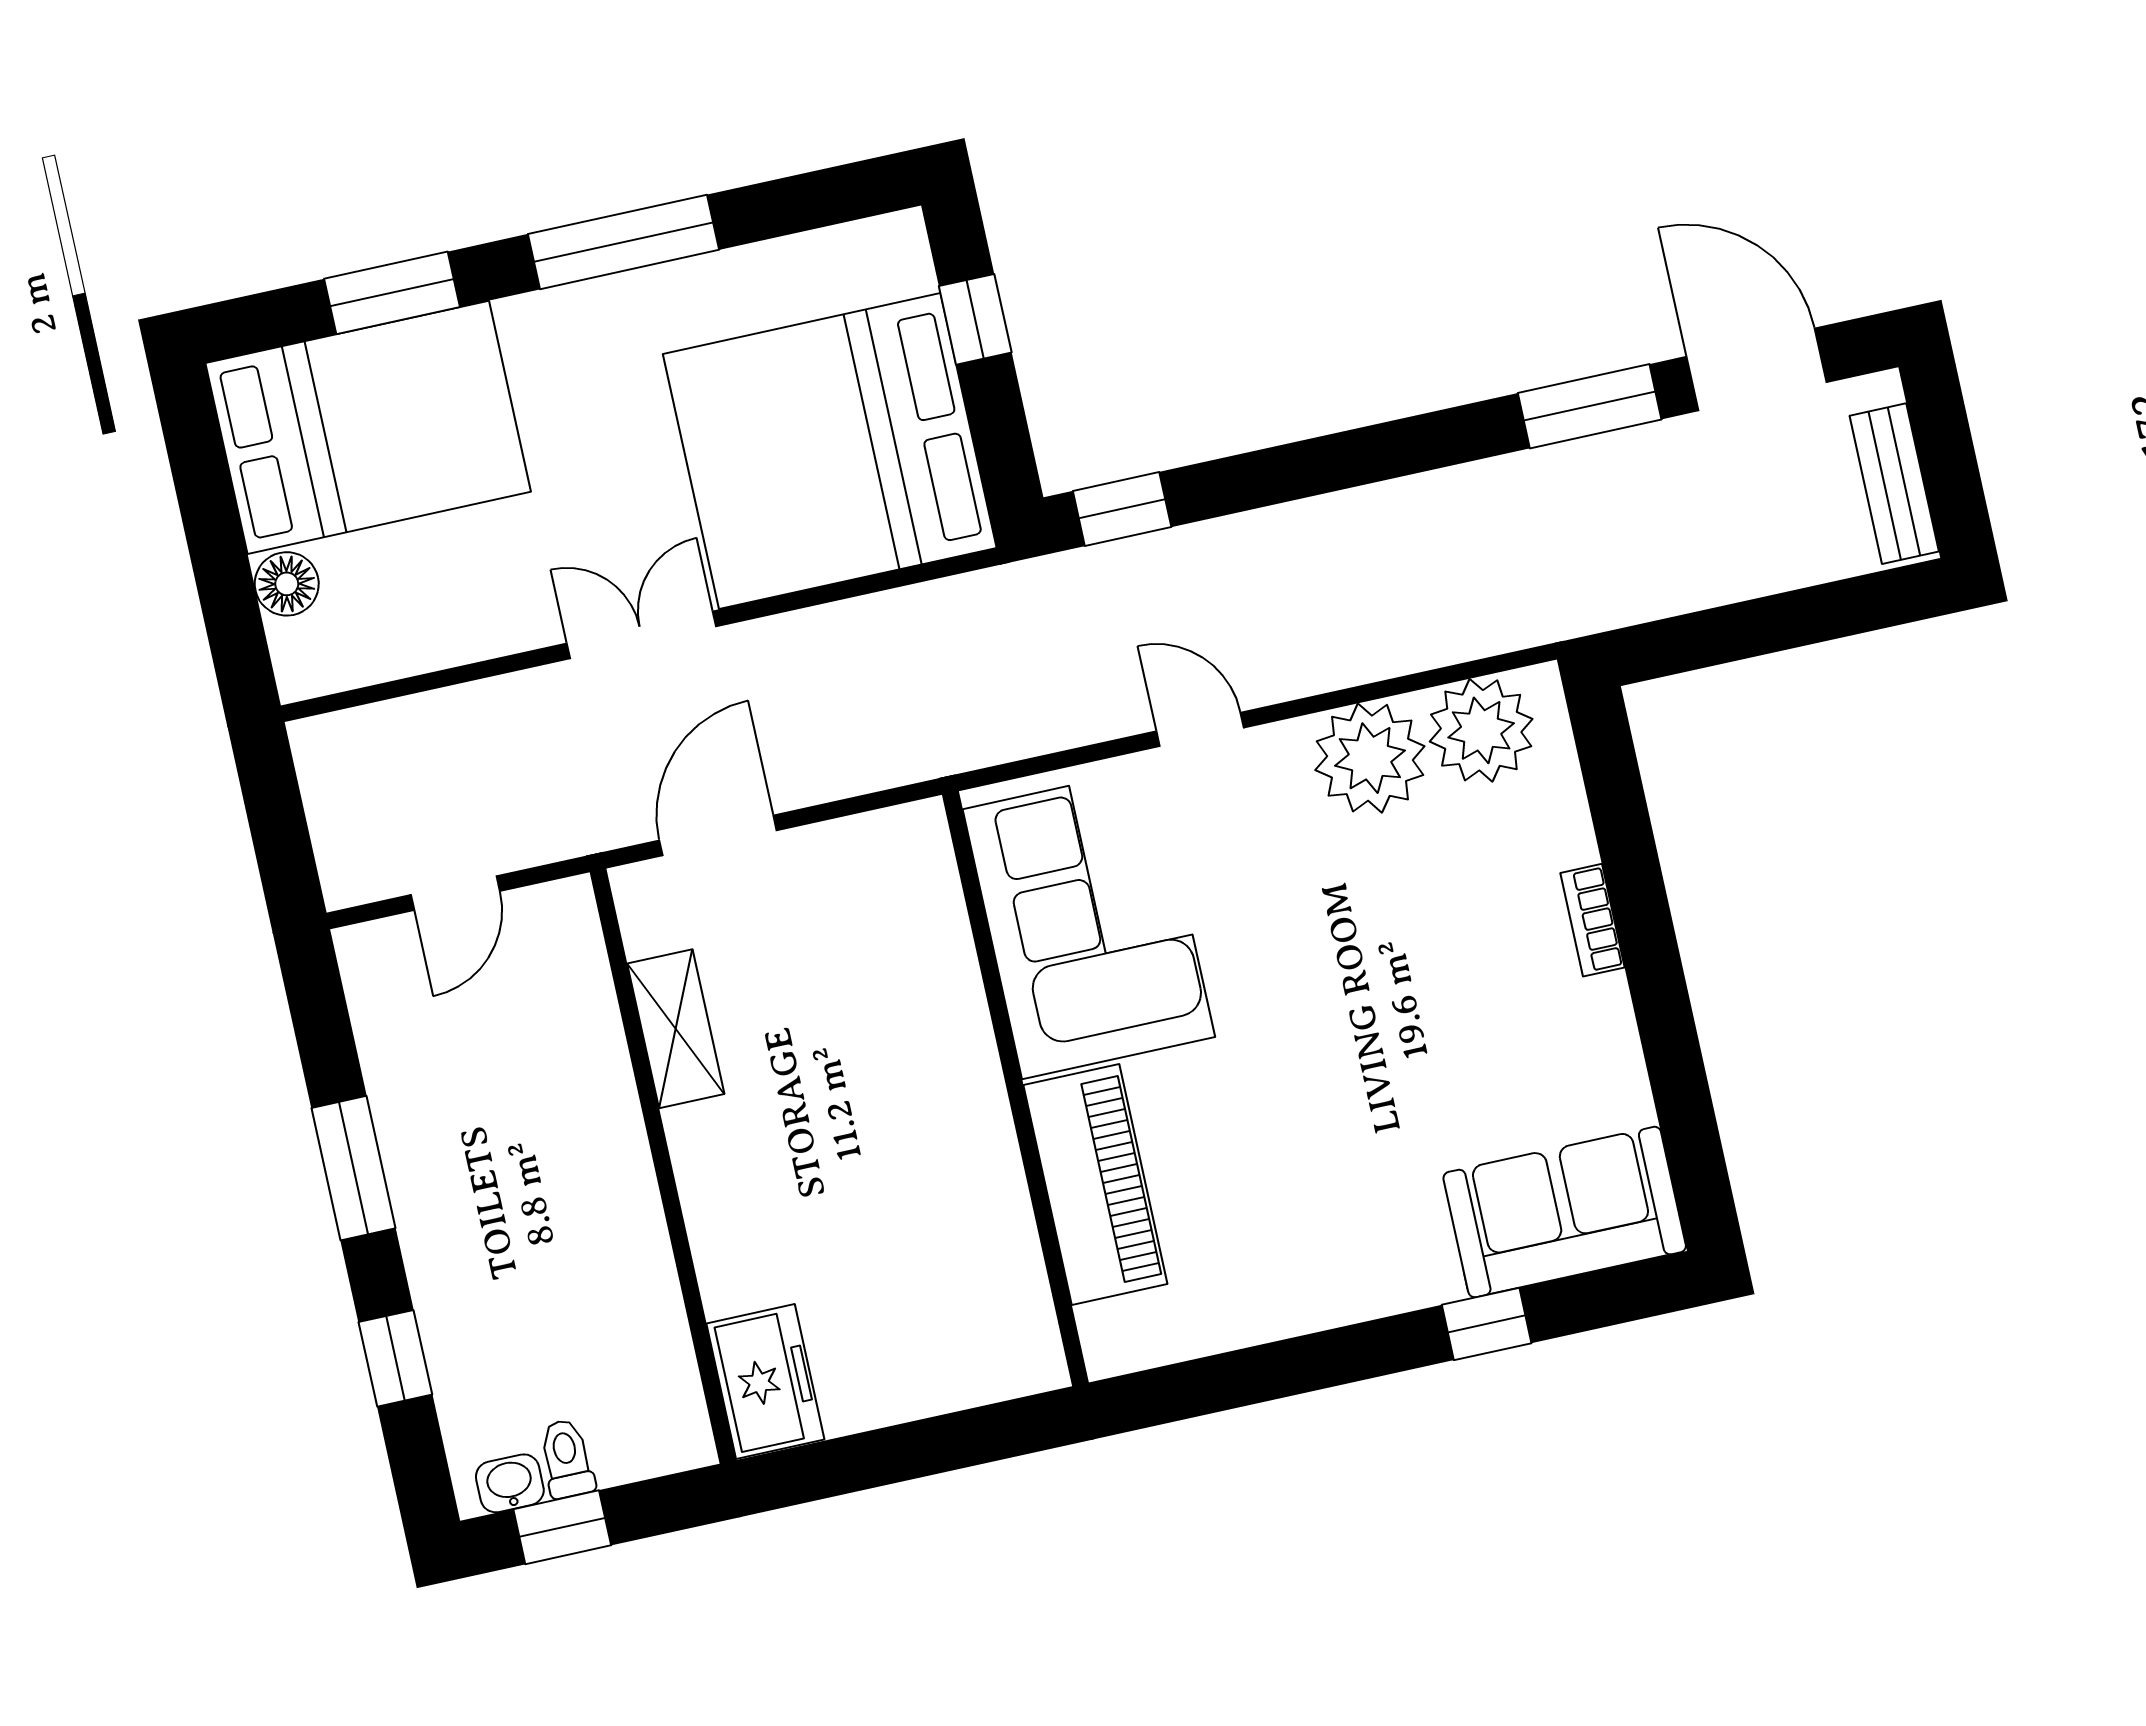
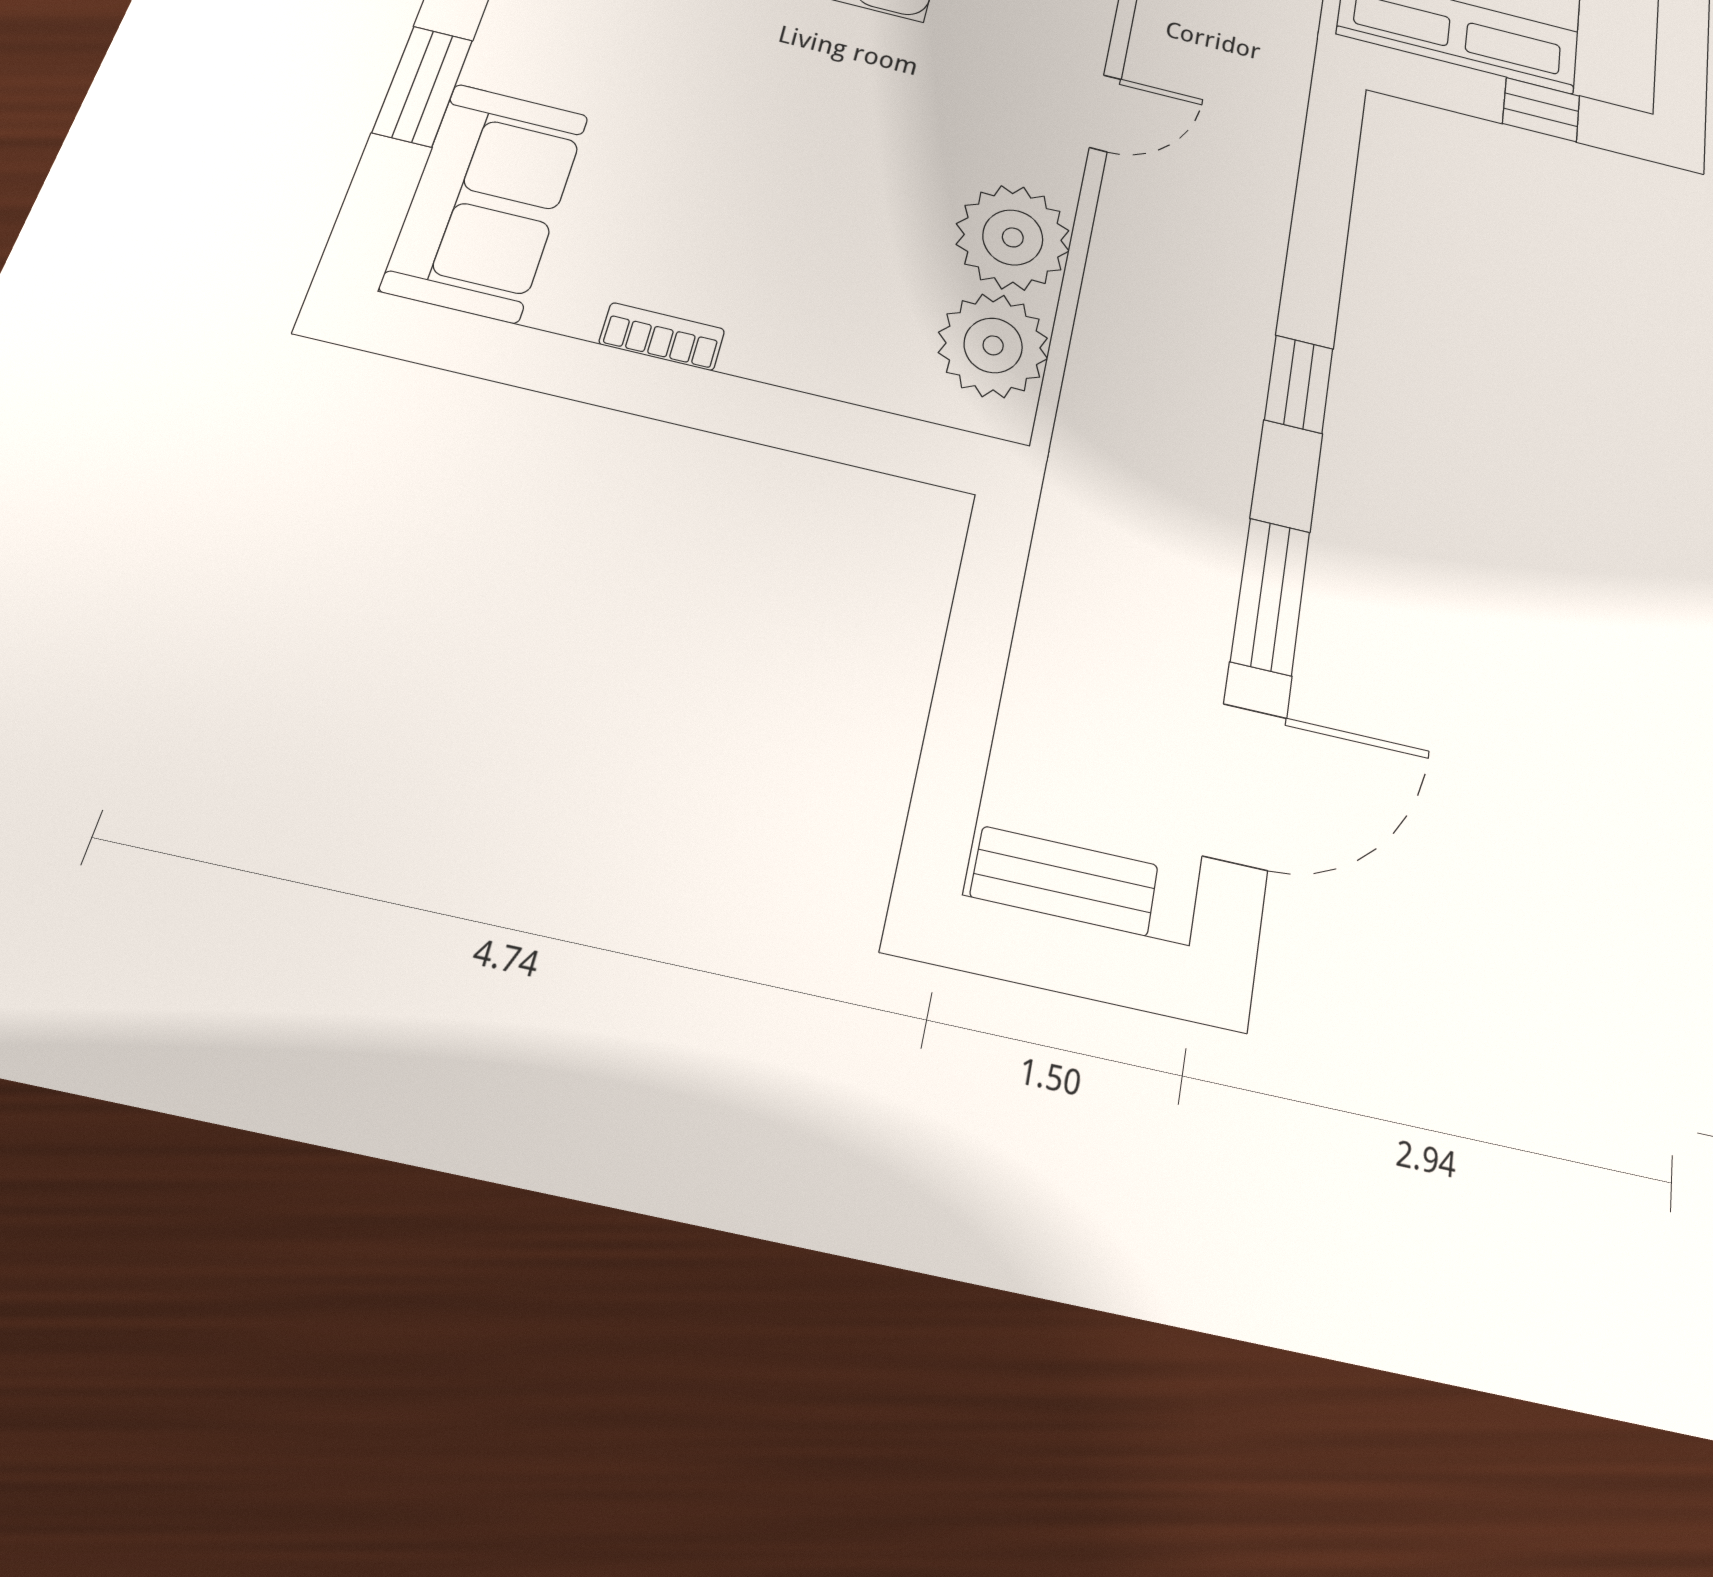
window: (1122, 509) -> (1299, 384), moved
bookcase: (1593, 920) -> (662, 337), moved
window: (1487, 1324) -> (423, 86), width x1.50

